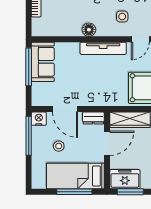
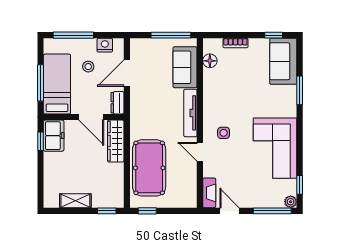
floor lamp: (89, 30) -> (210, 61), moved
sofa: (43, 62) -> (185, 67), moved, turned 90
nightstand: (39, 119) -> (105, 45), moved, turned -90
window: (29, 136) -> (73, 35), moved
window: (130, 192) -> (40, 141), width x0.67

